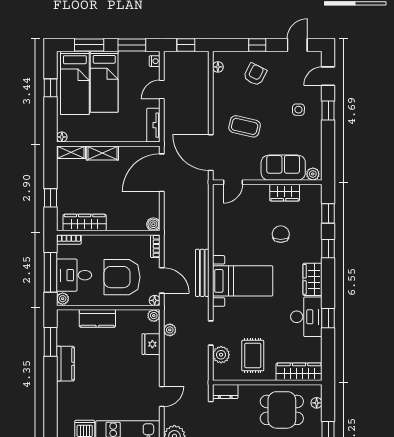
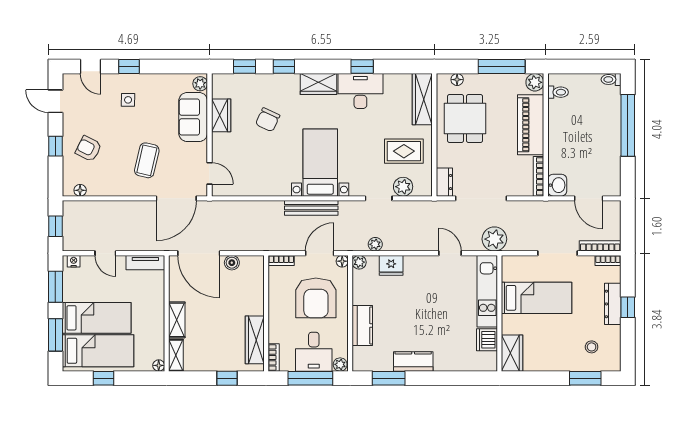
boiler: (153, 224) -> (232, 263), moved
chair: (281, 234) -> (268, 120), turned -65

